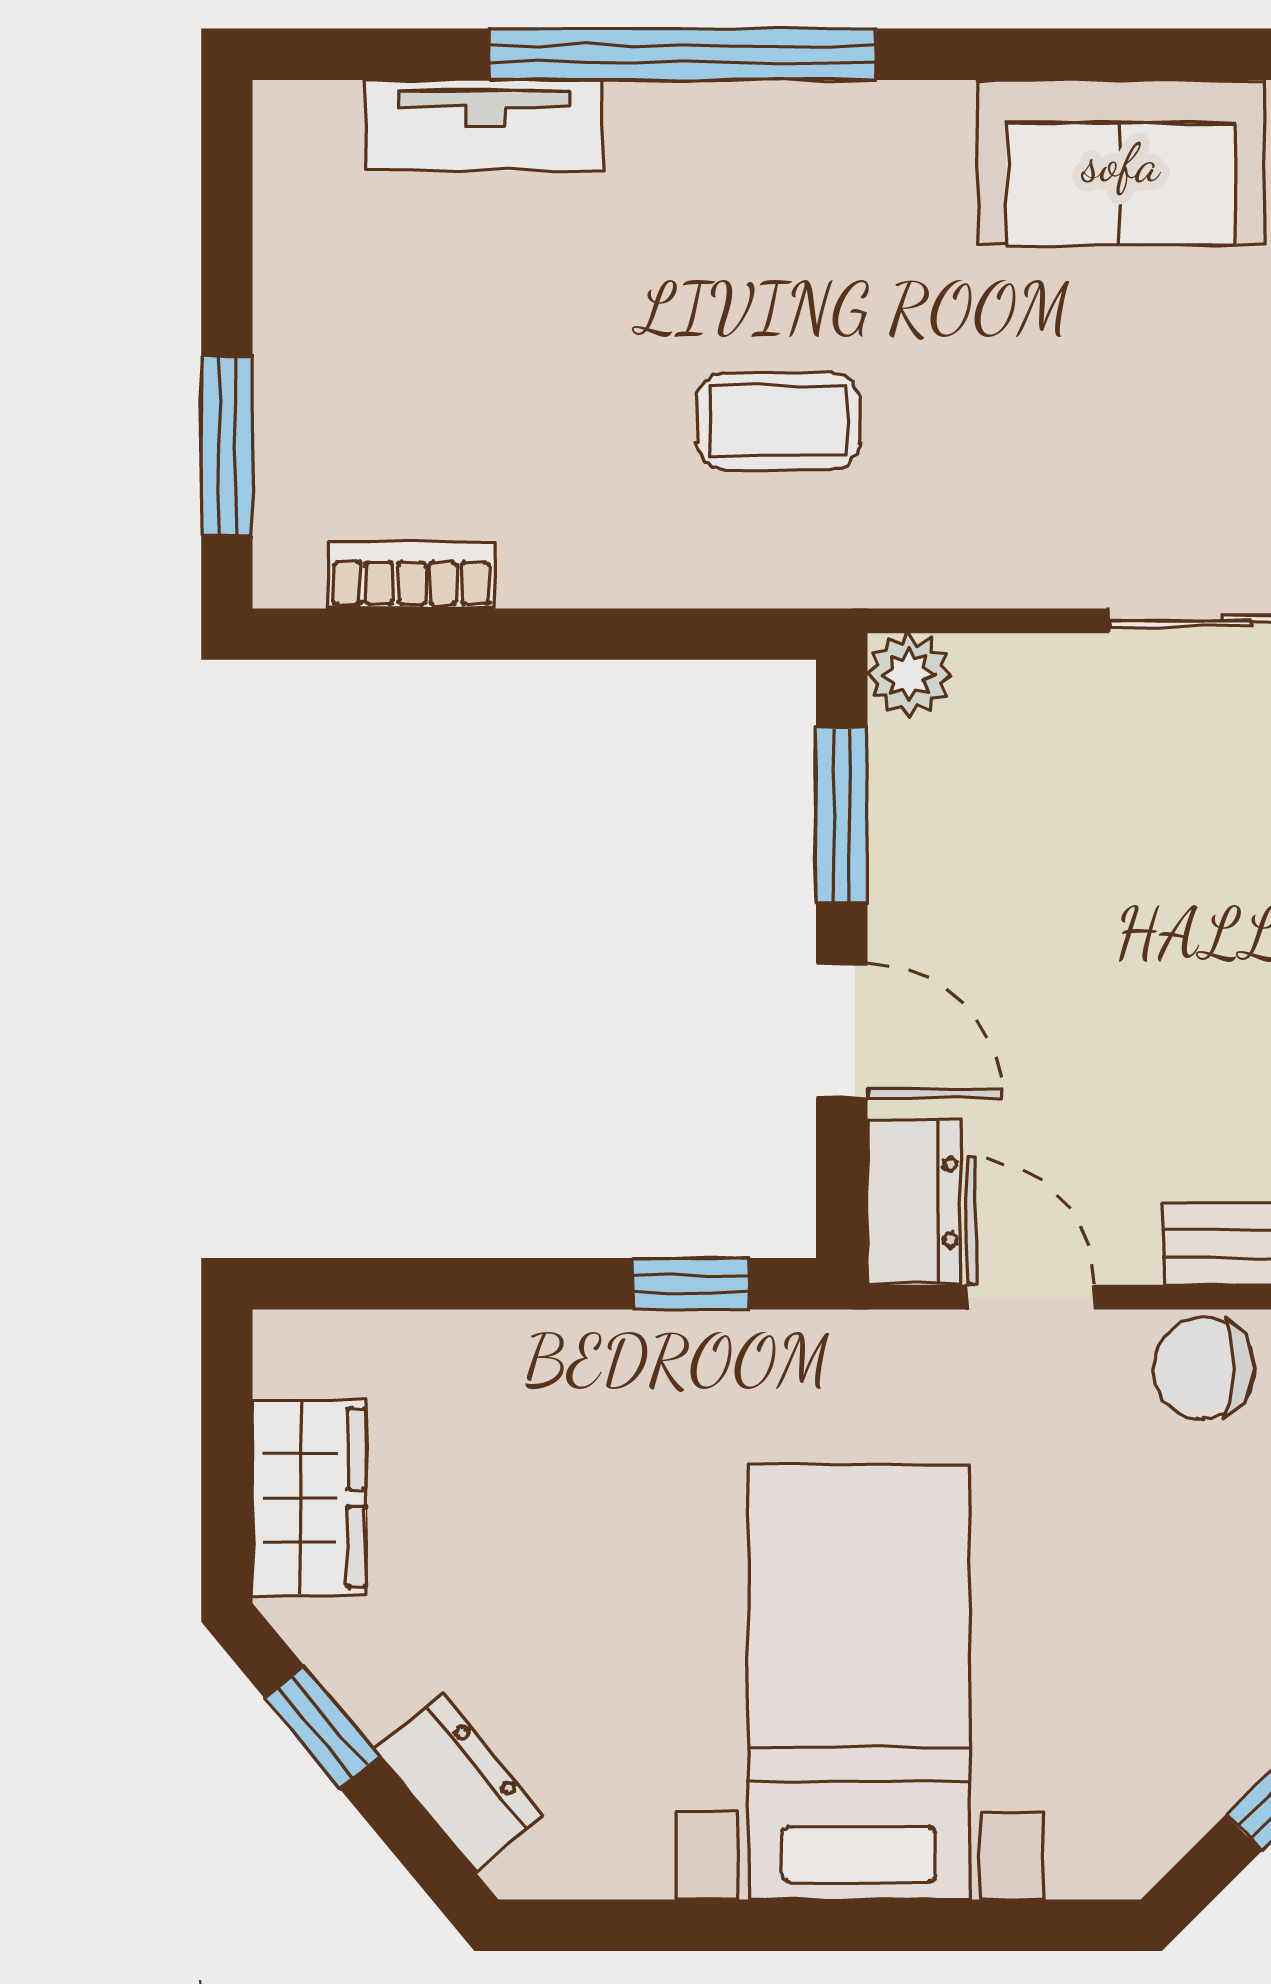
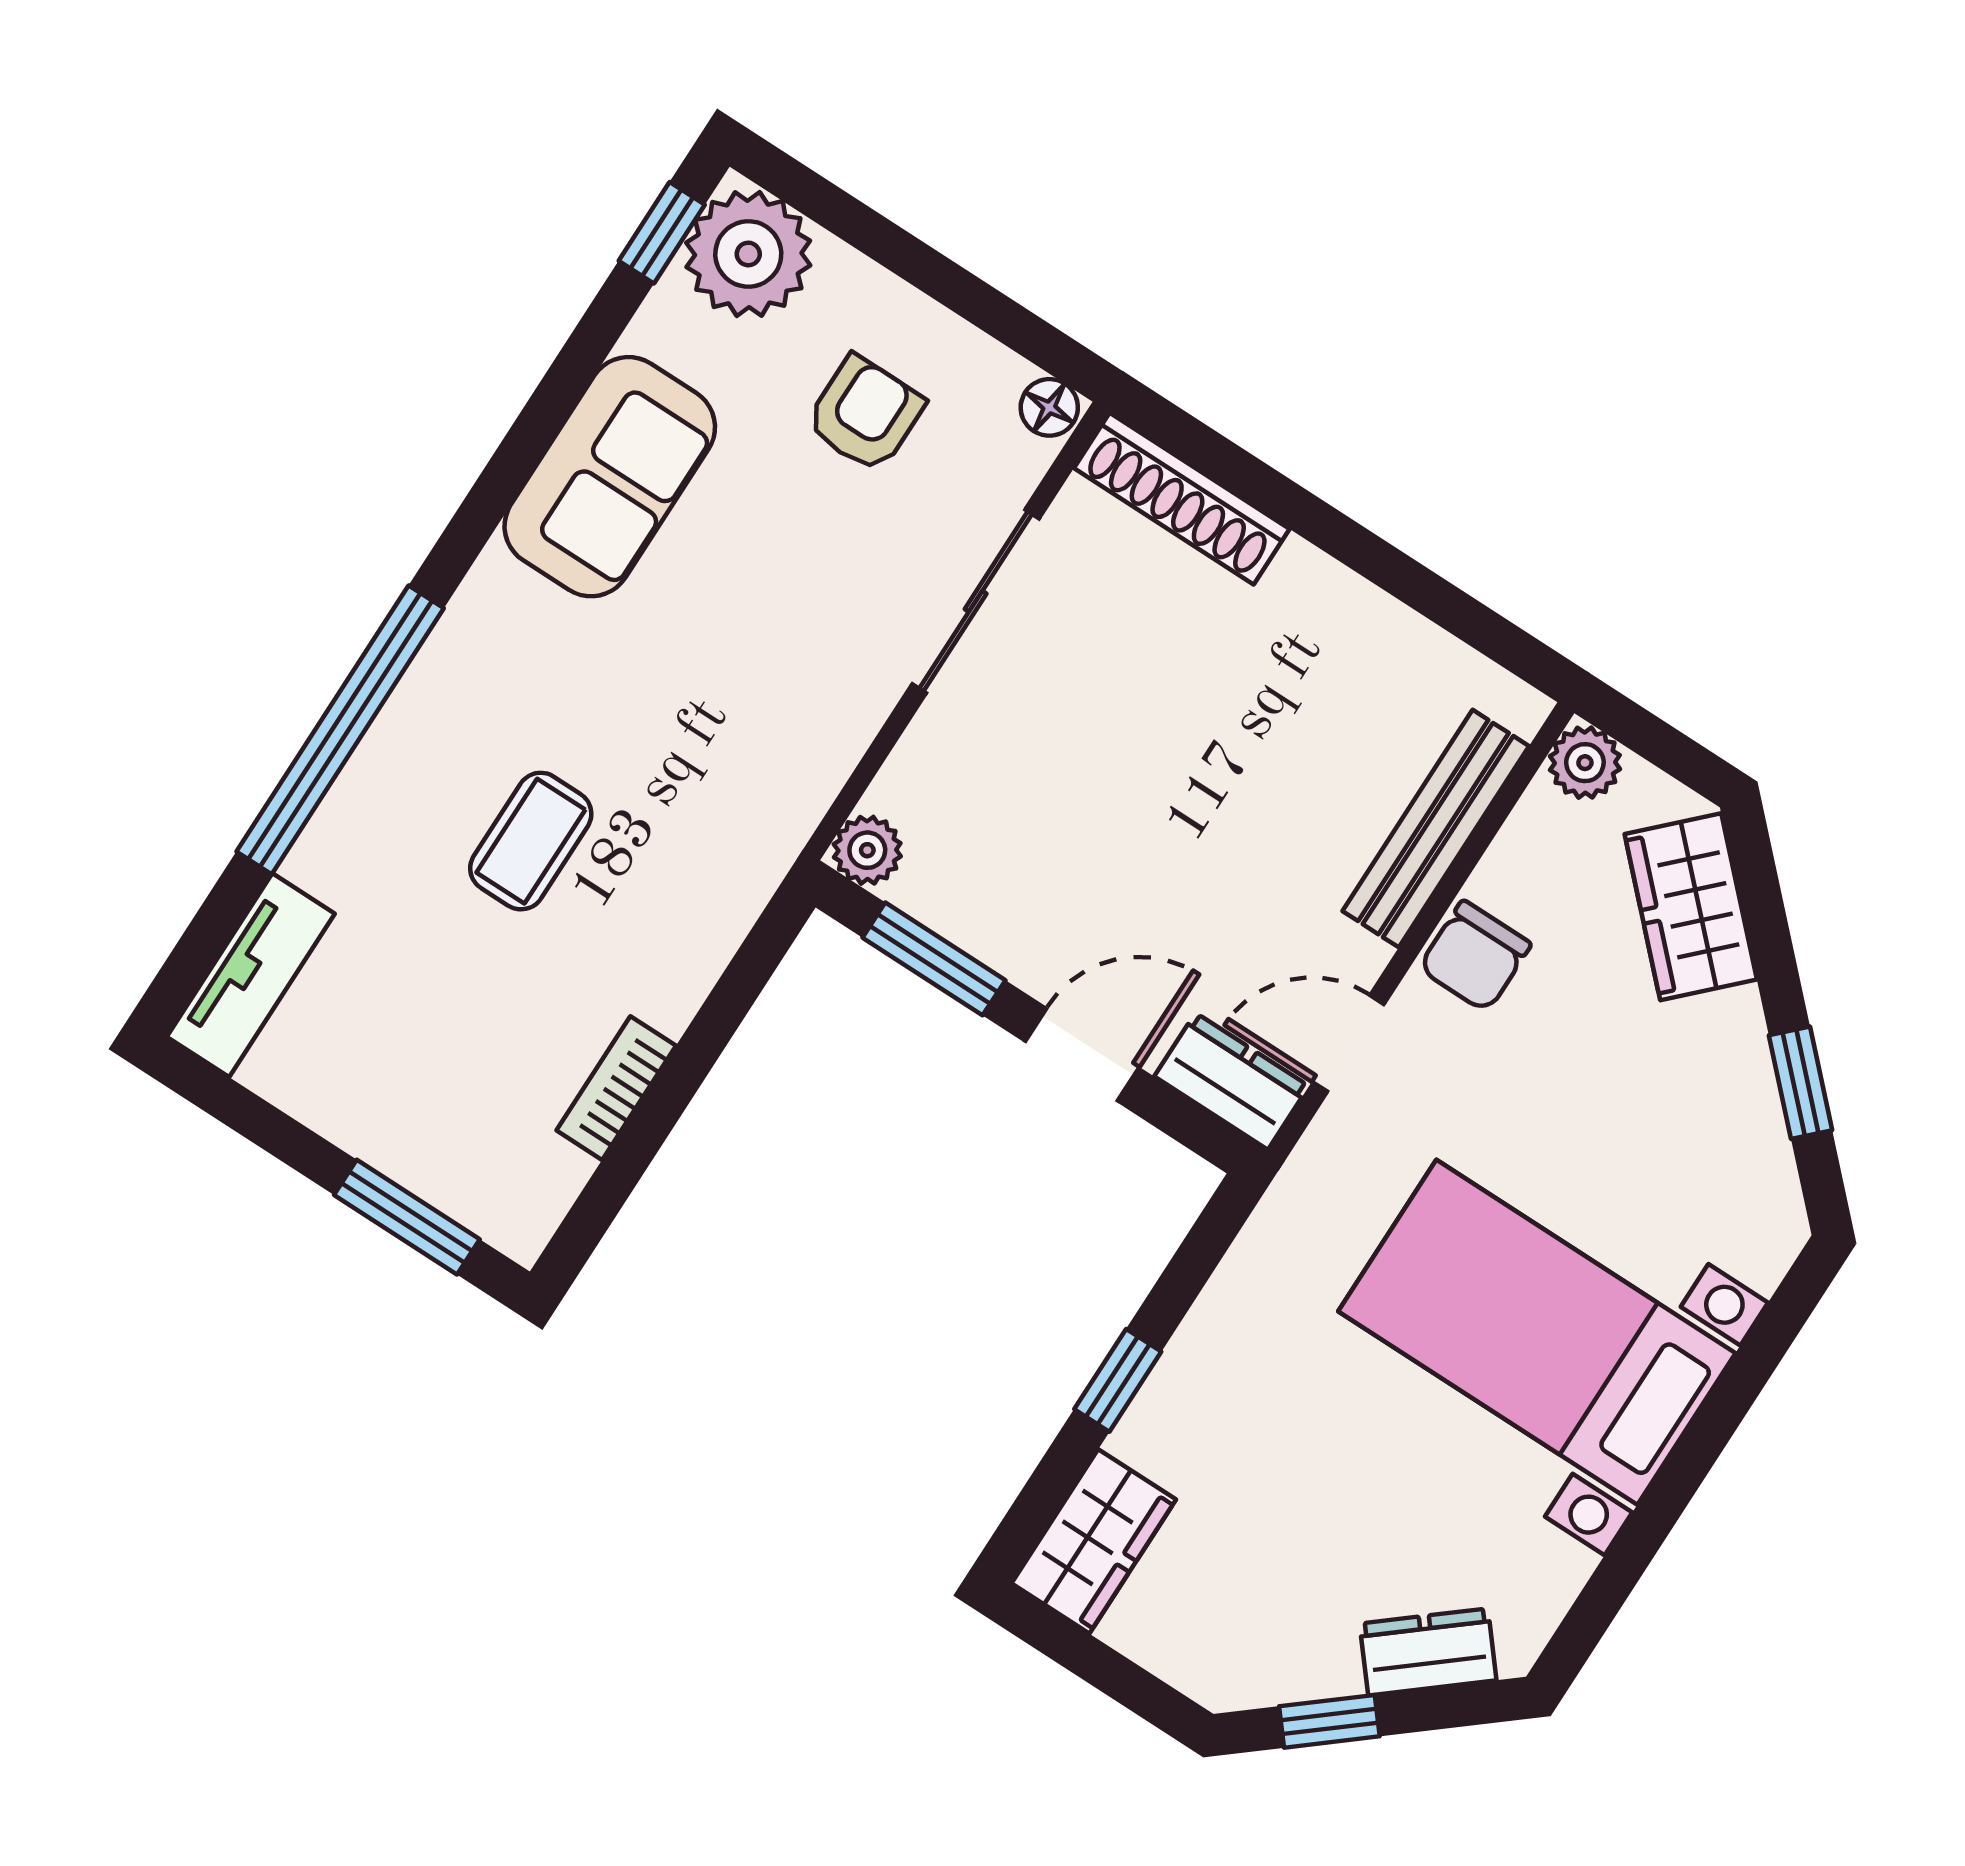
tv unit: (484, 125) -> (251, 975), moved
coffee table: (778, 421) -> (531, 841), moved
bookcase: (411, 575) -> (616, 1088), moved
window: (691, 1284) -> (1118, 1380), moved
wardrobe: (309, 1498) -> (1094, 1541), moved, turned 90

